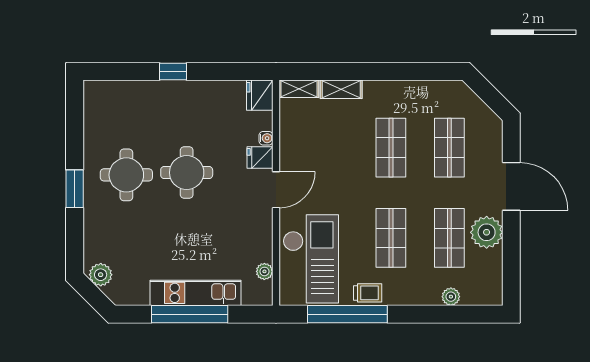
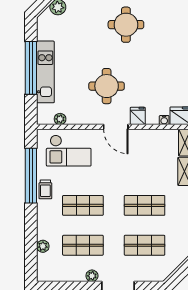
water cooler: (266, 138) -> (164, 120), moved
round table: (187, 173) -> (107, 86), moved
plant: (487, 232) -> (92, 276), width x0.53, depth x0.53
checkout: (311, 259) -> (69, 151), width x0.73, depth x0.83

